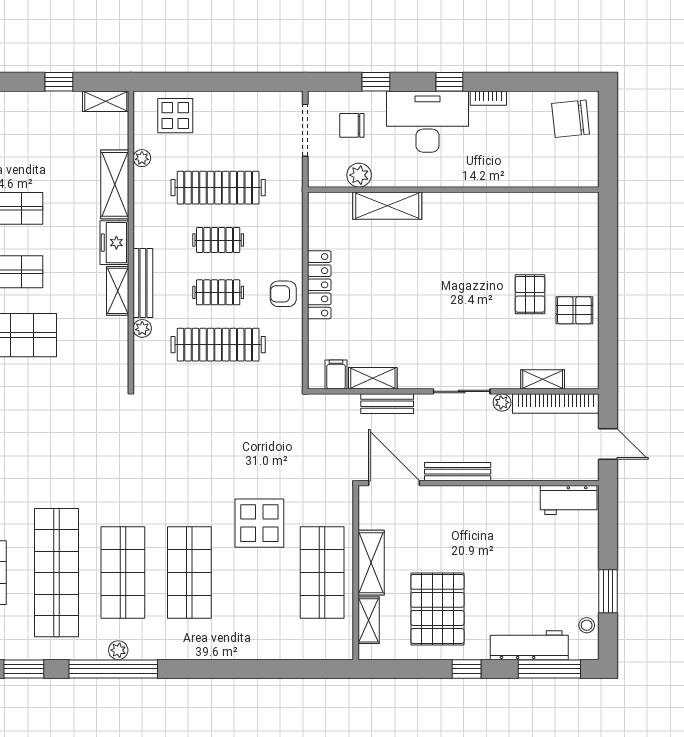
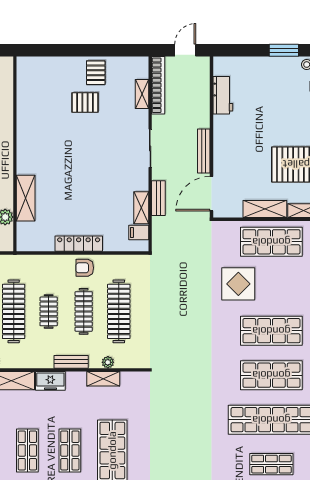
bench: (143, 283) -> (71, 362), width x0.73
shelving: (118, 291) -> (103, 379), moved
clothes rail: (218, 292) -> (84, 311), width x1.36
armchair: (283, 294) -> (85, 268), turned 90
plant: (502, 402) -> (157, 121), removed
workbench: (569, 500) -> (223, 95), moved

